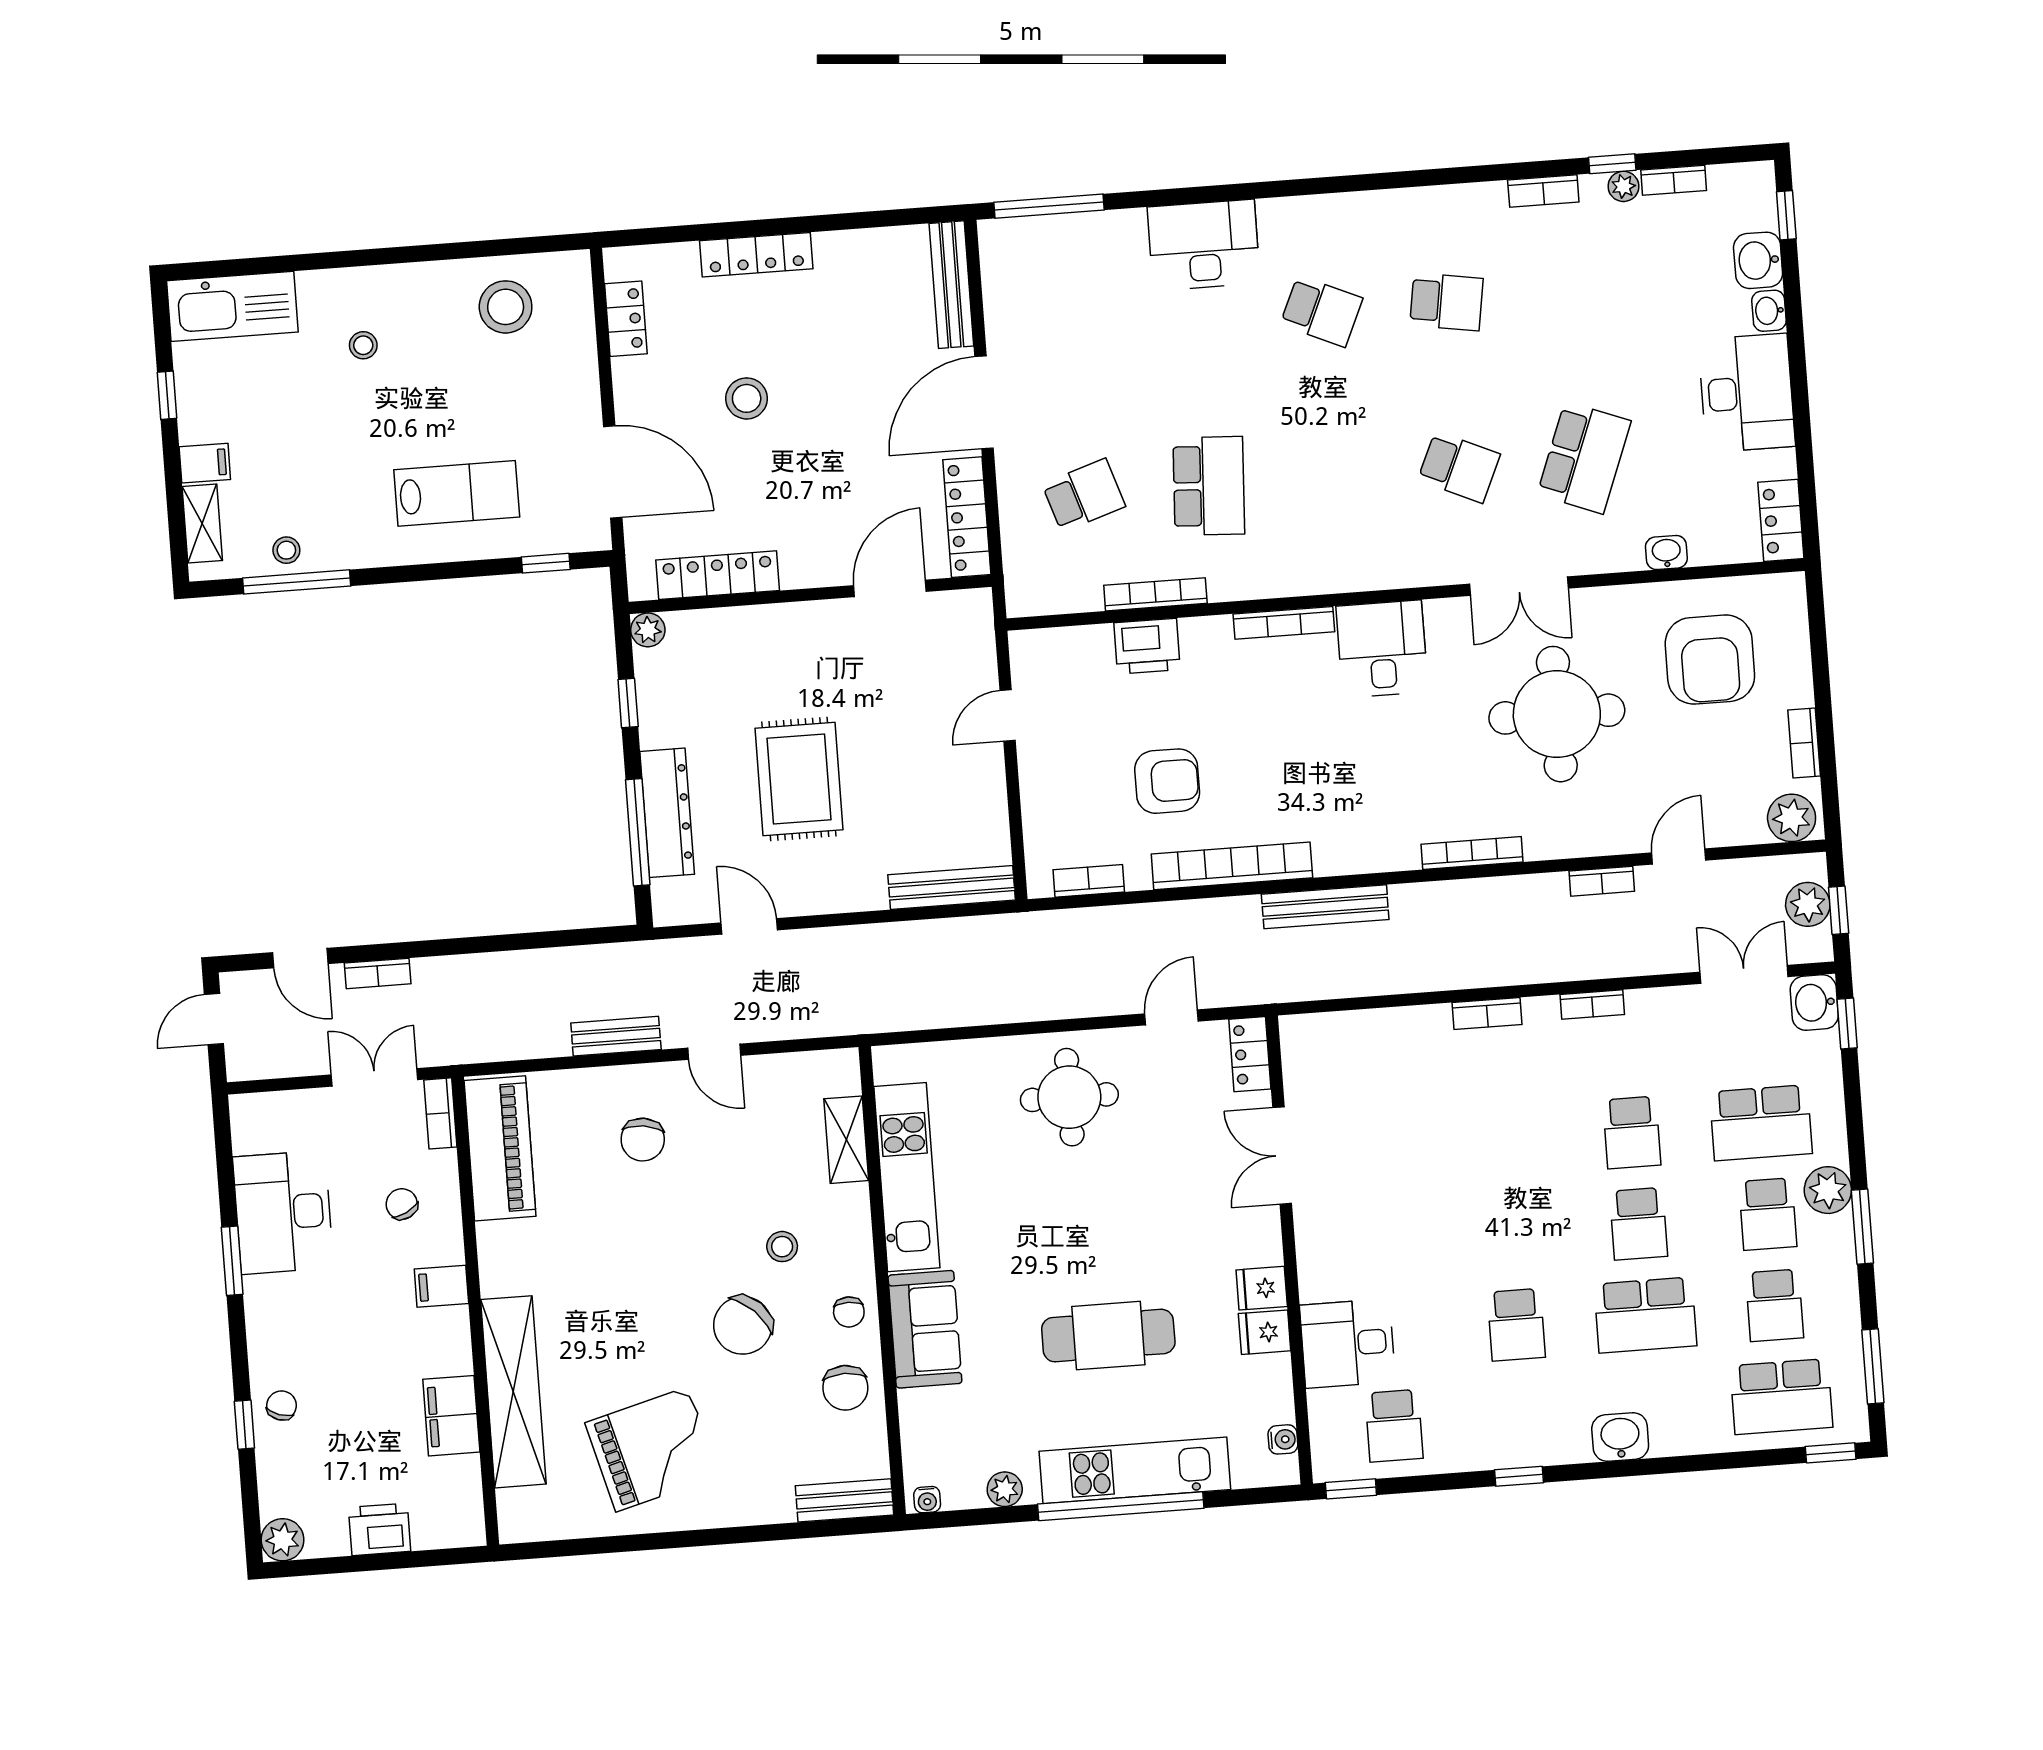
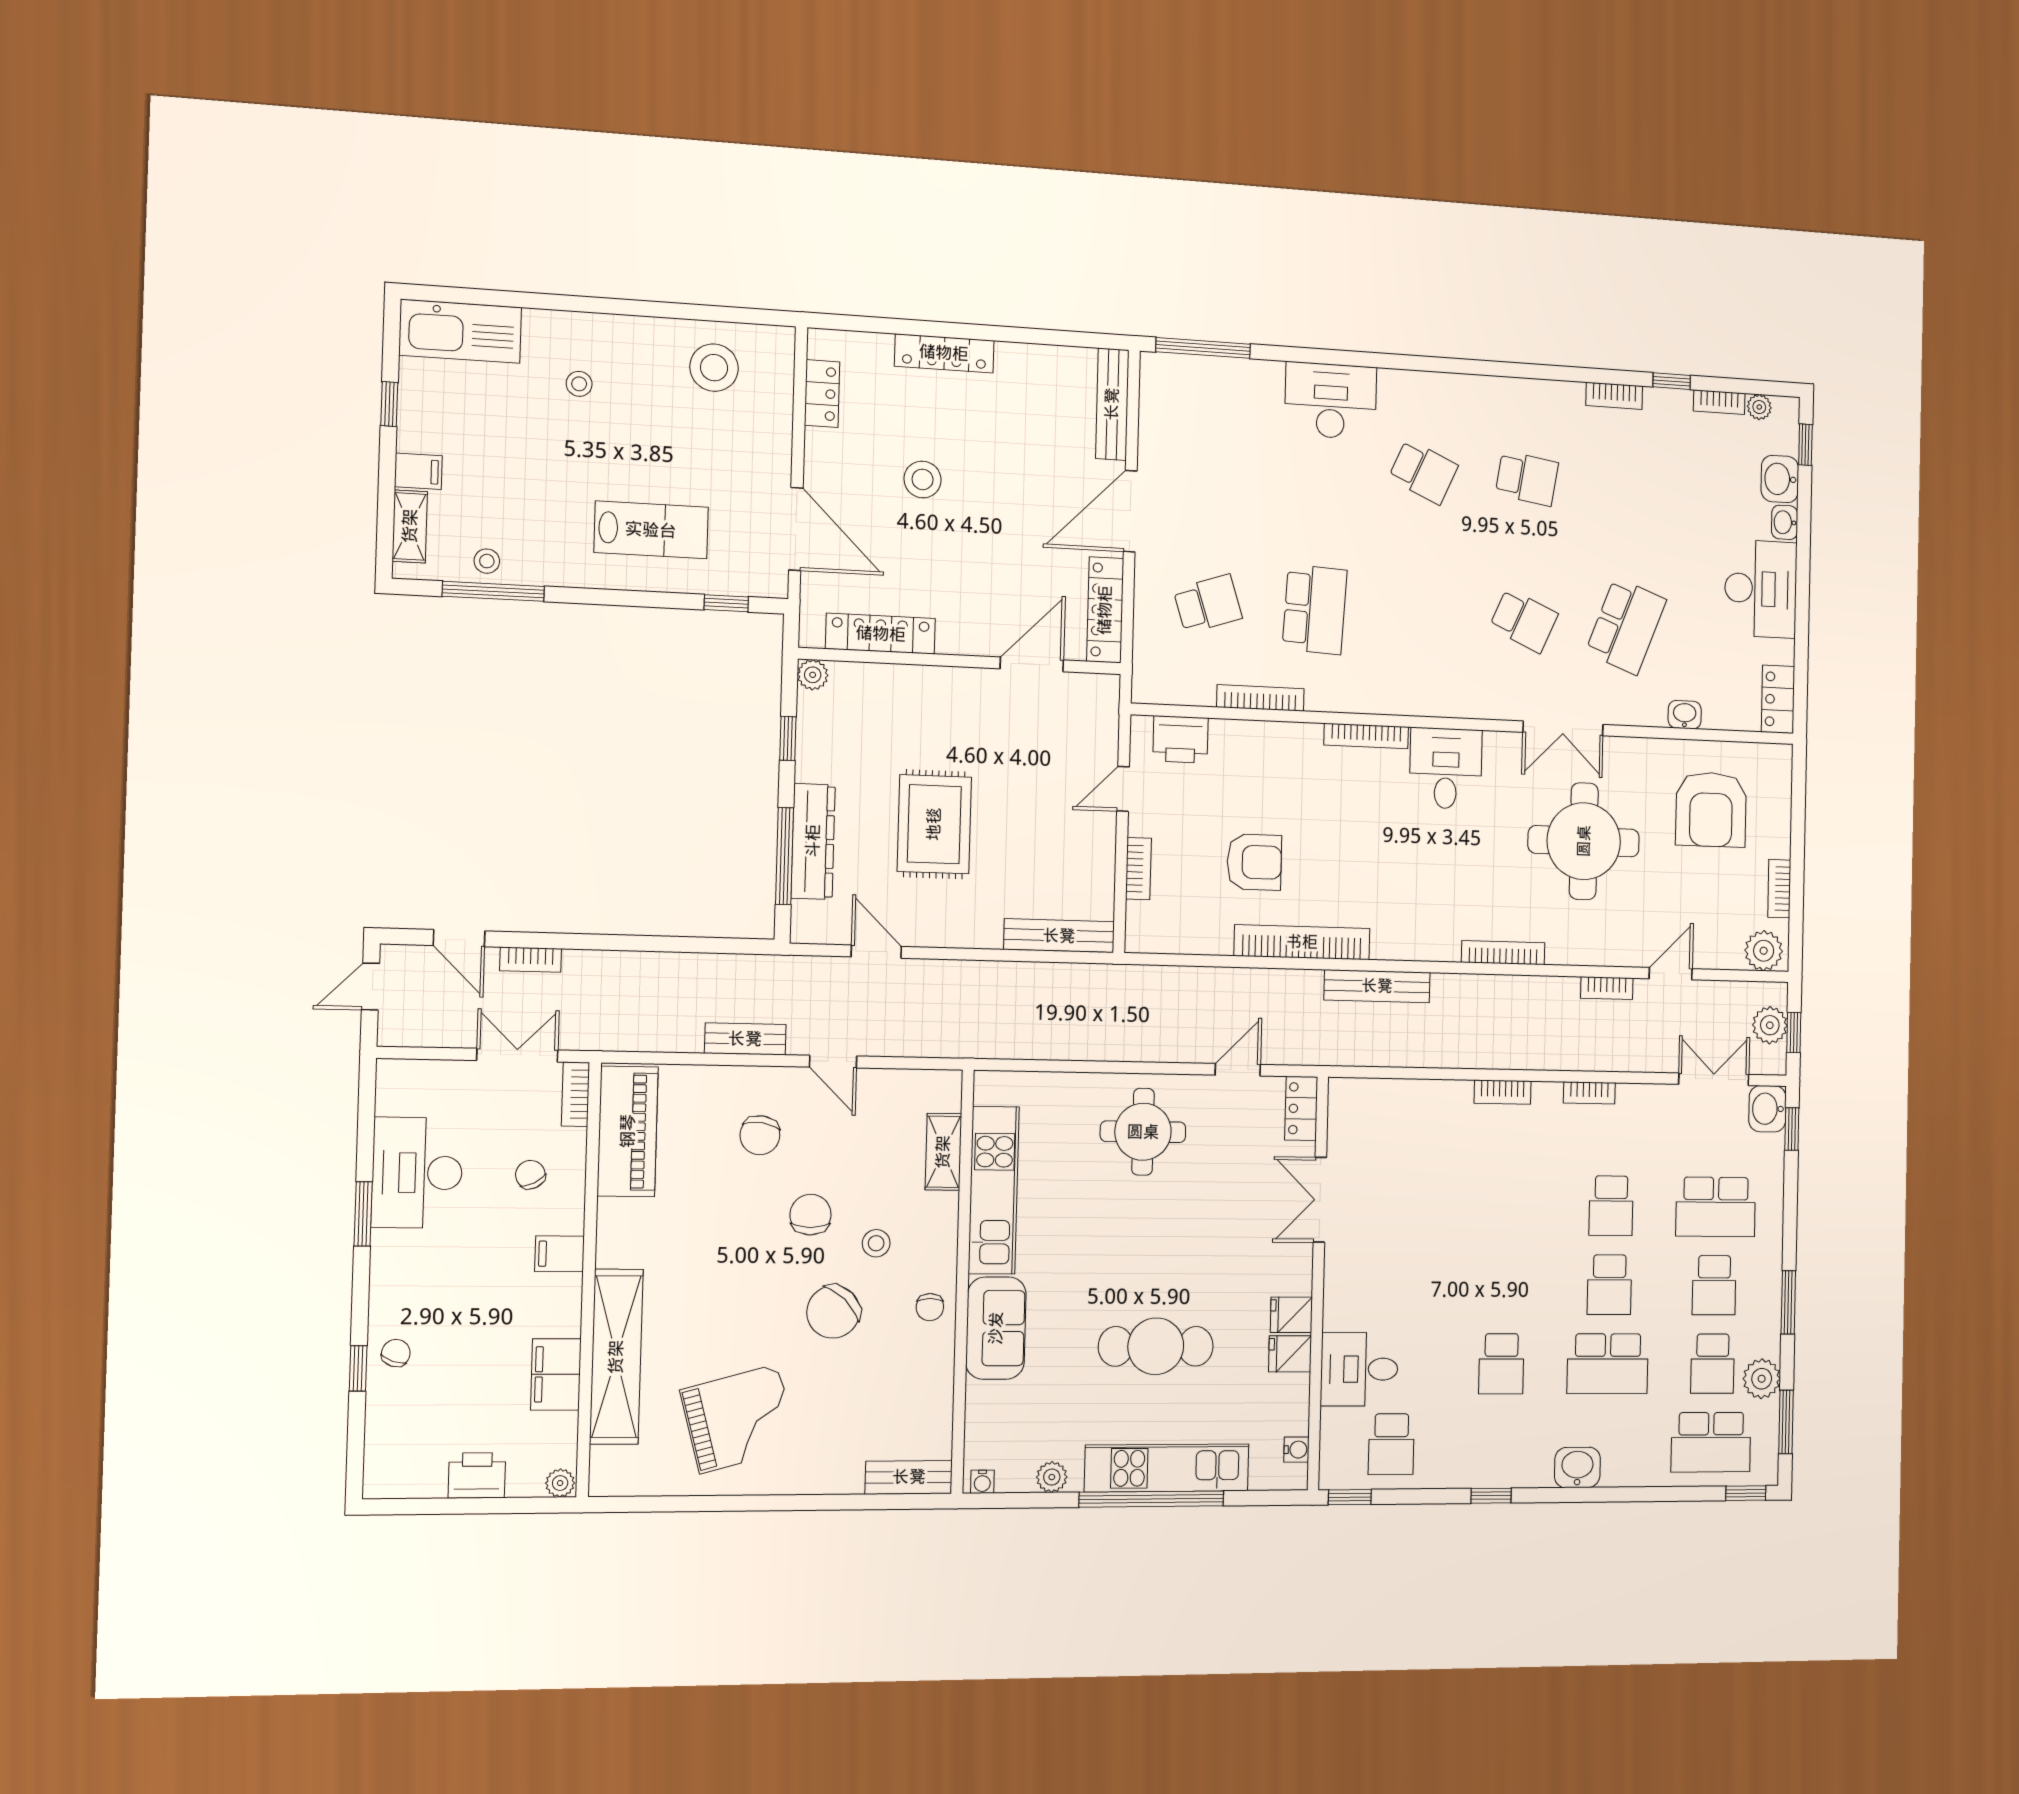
plant: (1623, 186) -> (1759, 407), moved
printer: (1147, 646) -> (1180, 739), moved
bookcase: (1089, 881) -> (1138, 869), moved, turned 90
plant: (1828, 1190) -> (1762, 1379), moved
chair: (845, 1388) -> (810, 1215), moved, turned 180
plant: (283, 1540) -> (560, 1483), moved, width x0.73, depth x0.73

